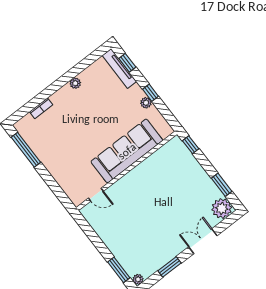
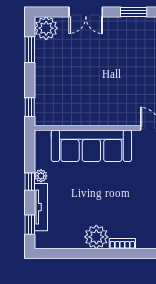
tv unit: (119, 69) -> (41, 207), moved
plant: (75, 83) -> (96, 237), width x1.88, depth x1.88
bookcase: (41, 108) -> (122, 244), moved

